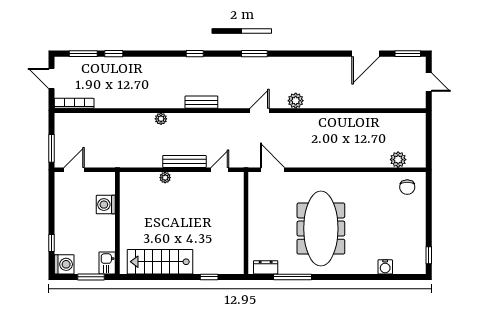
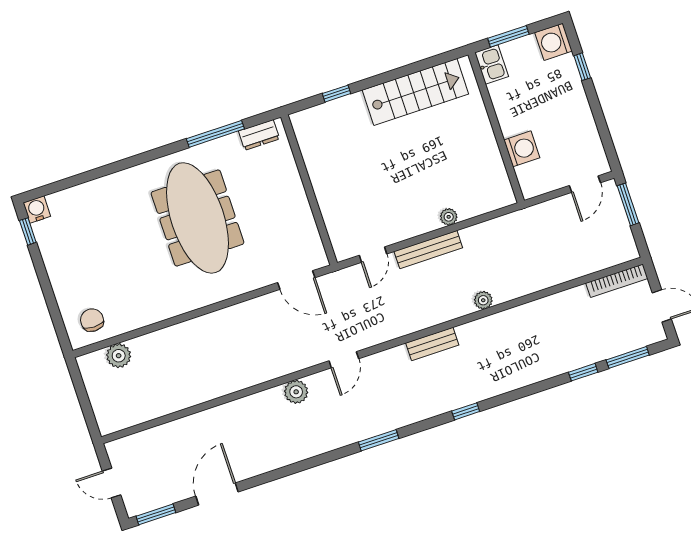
water cooler: (385, 267) -> (37, 210), moved

